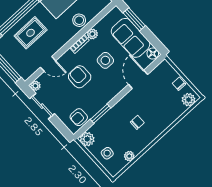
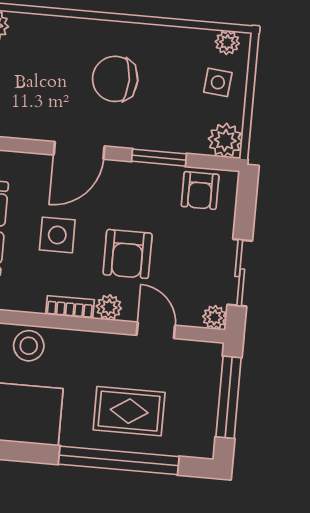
plant: (92, 34) -> (109, 307), moved
door: (138, 79) -> (79, 150), moved
armchair: (79, 117) -> (200, 190), turned 90
chair: (137, 122) -> (115, 79), width x1.87, depth x1.87
plant: (129, 156) -> (227, 42), moved

